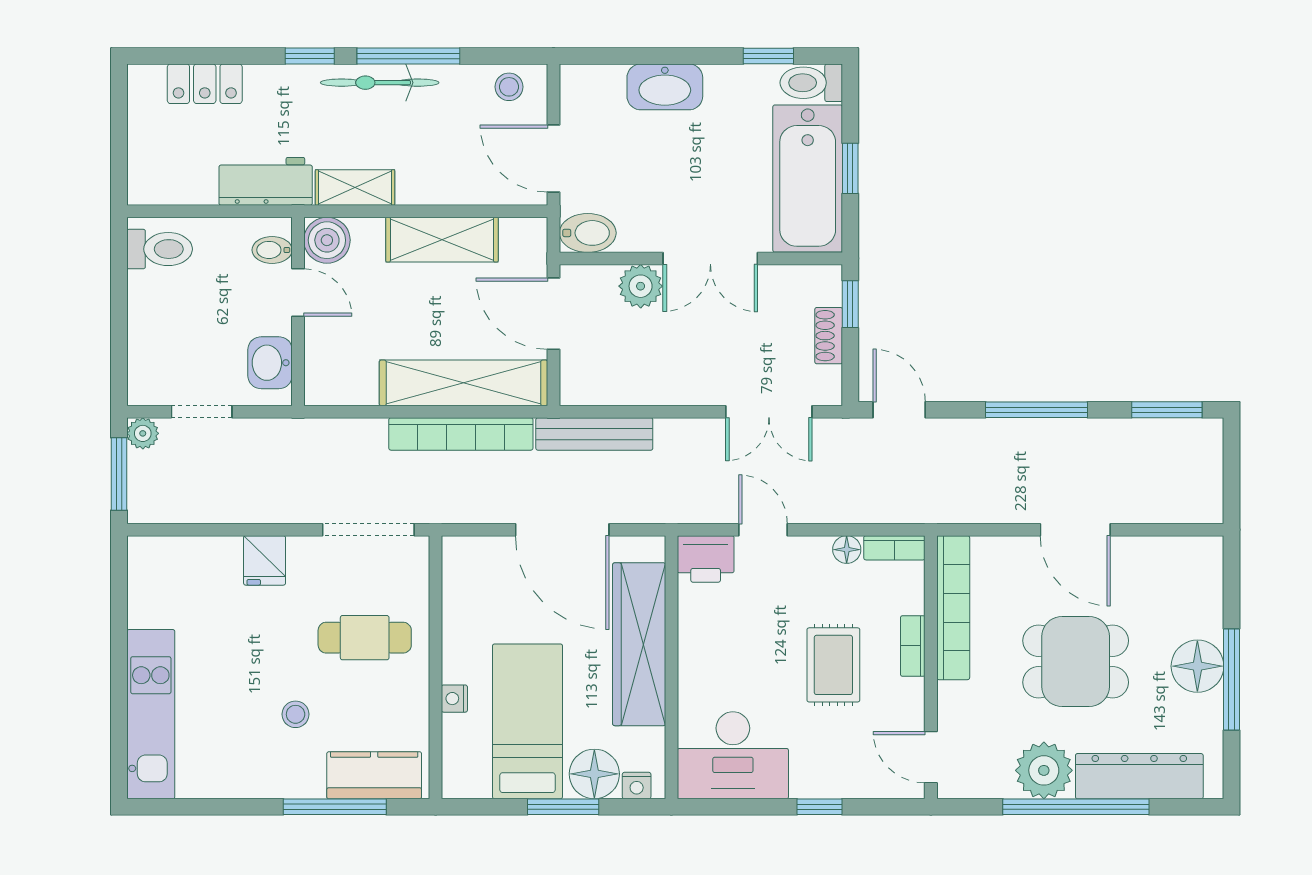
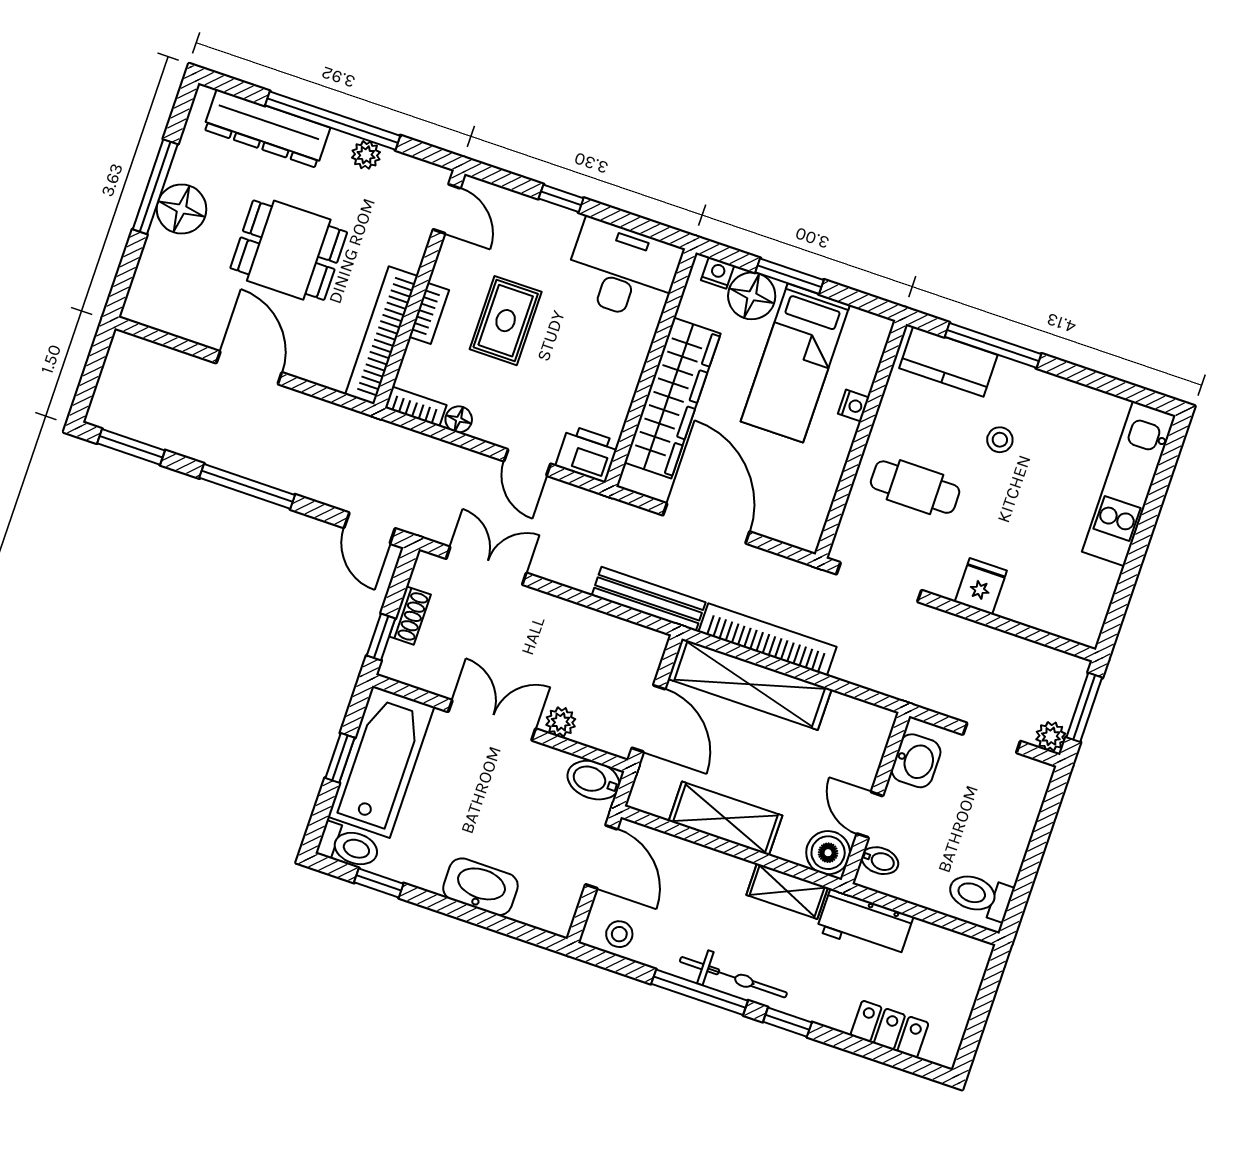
plant: (641, 286) -> (561, 722), width x0.73, depth x0.73
plant: (1044, 770) -> (366, 155), width x0.53, depth x0.53

